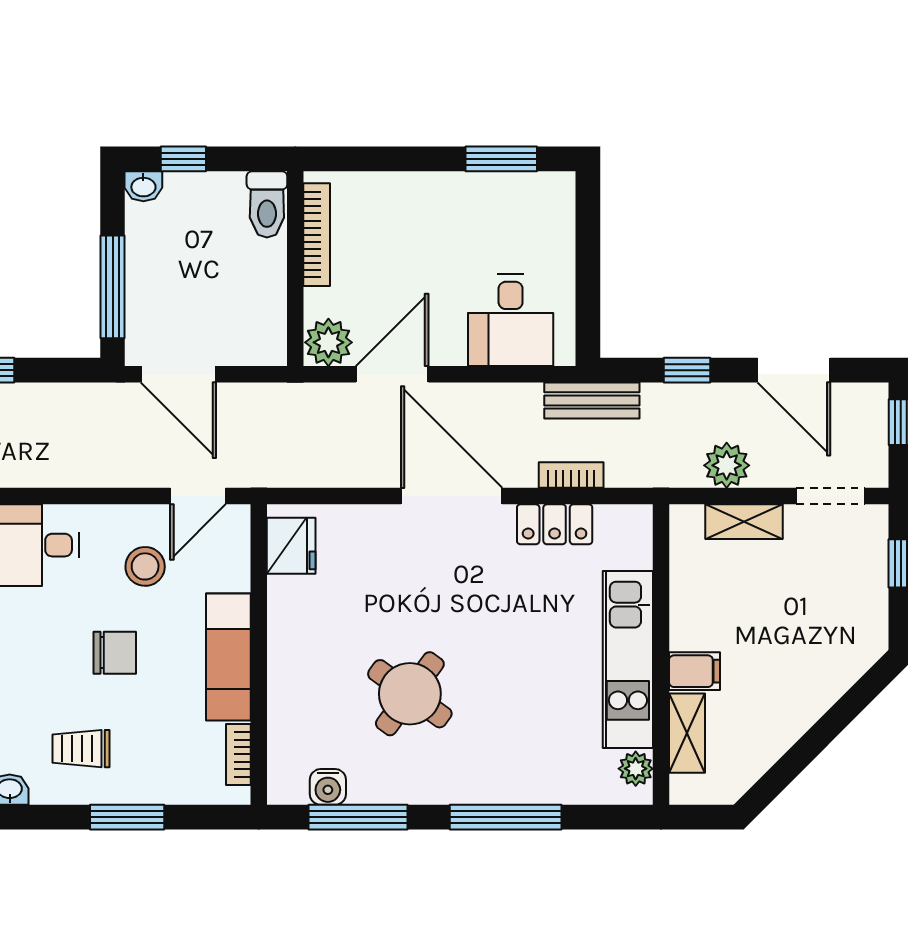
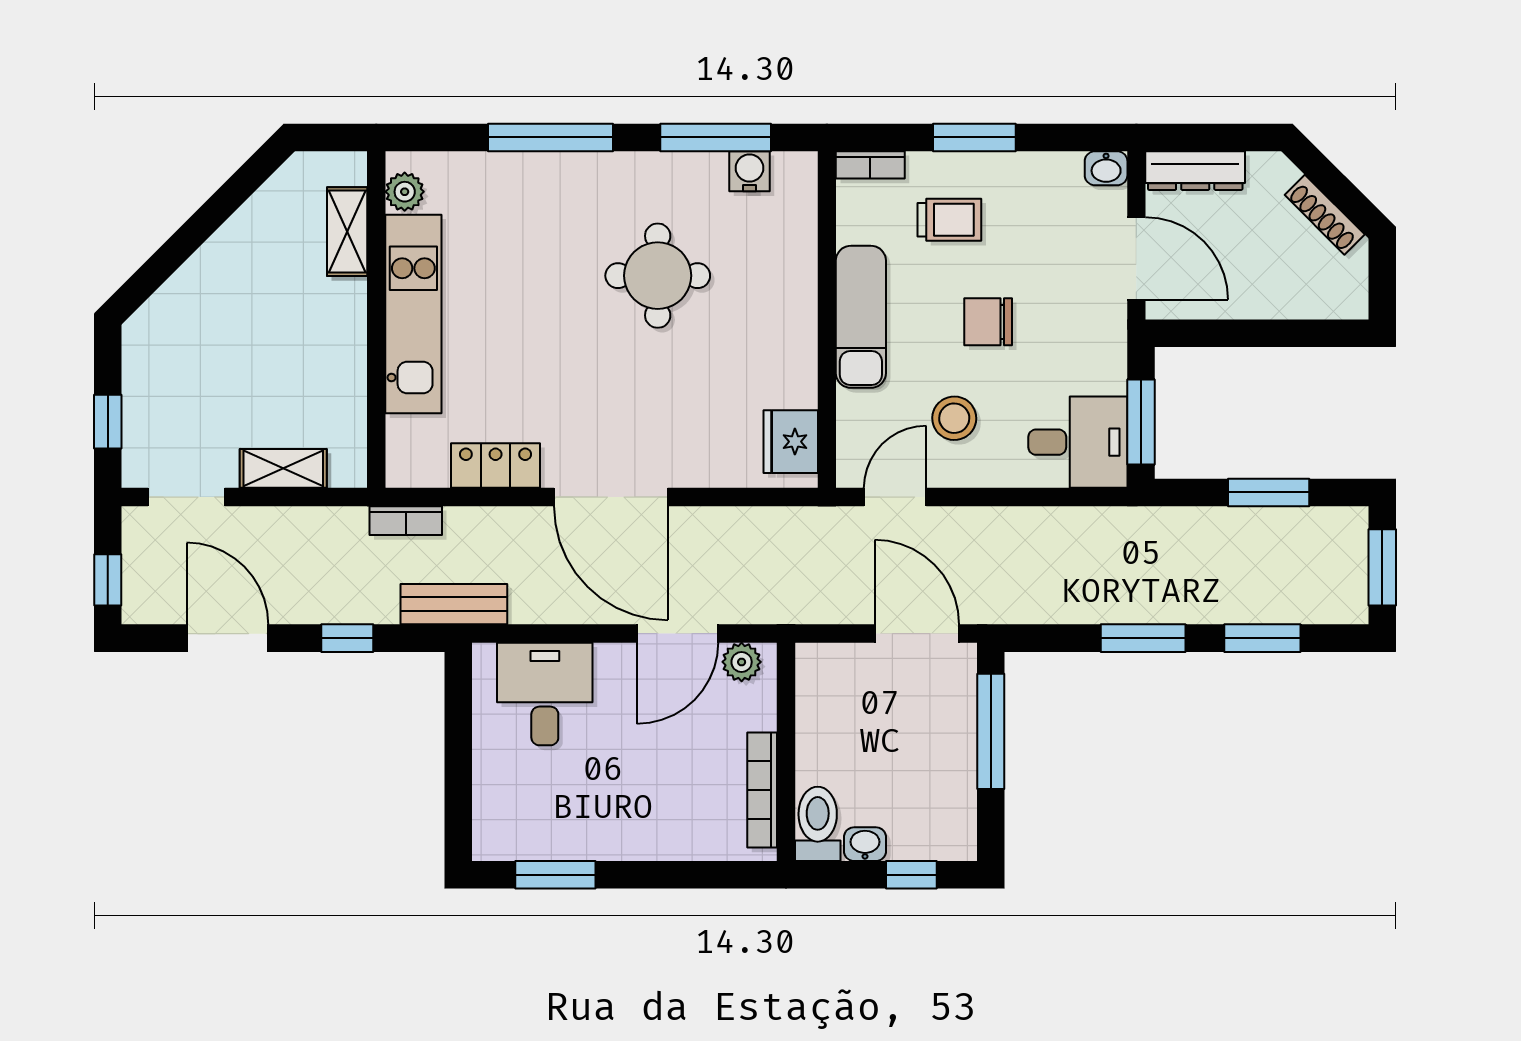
washbasin: (143, 186) -> (865, 844), moved
plant: (328, 342) -> (742, 662), width x0.73, depth x0.73
plant: (727, 465) -> (303, 532), removed
bookcase: (571, 475) -> (406, 521), moved
filing cabinet: (694, 671) -> (339, 301), removed
round table: (410, 694) -> (658, 276), turned -36
trolley: (81, 749) -> (949, 220), moved
bookcase: (238, 754) -> (870, 165), moved, turned 90

